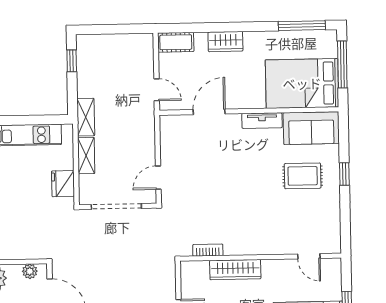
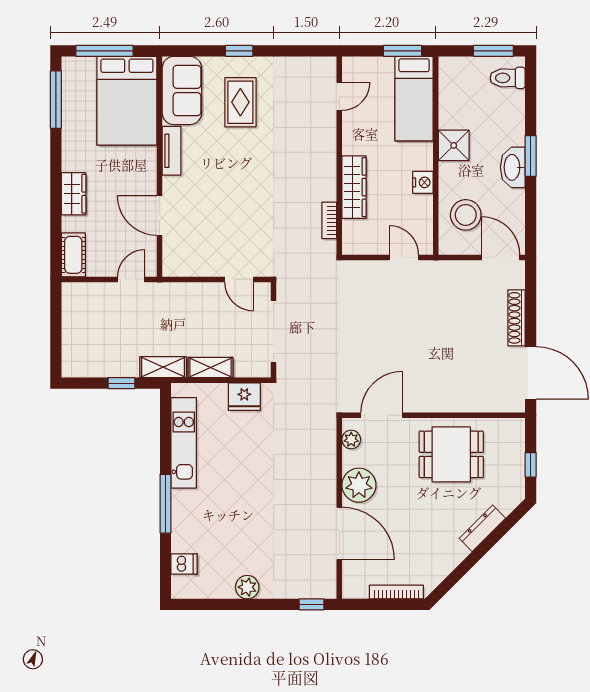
window: (72, 61) -> (122, 383), moved

